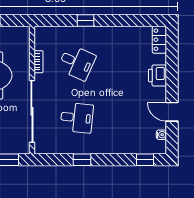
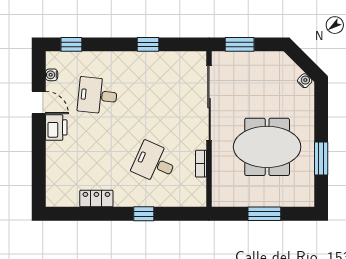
locker: (159, 40) -> (96, 199), moved, turned -90
printer: (157, 75) -> (56, 127), moved
desk: (77, 118) -> (98, 96), moved

